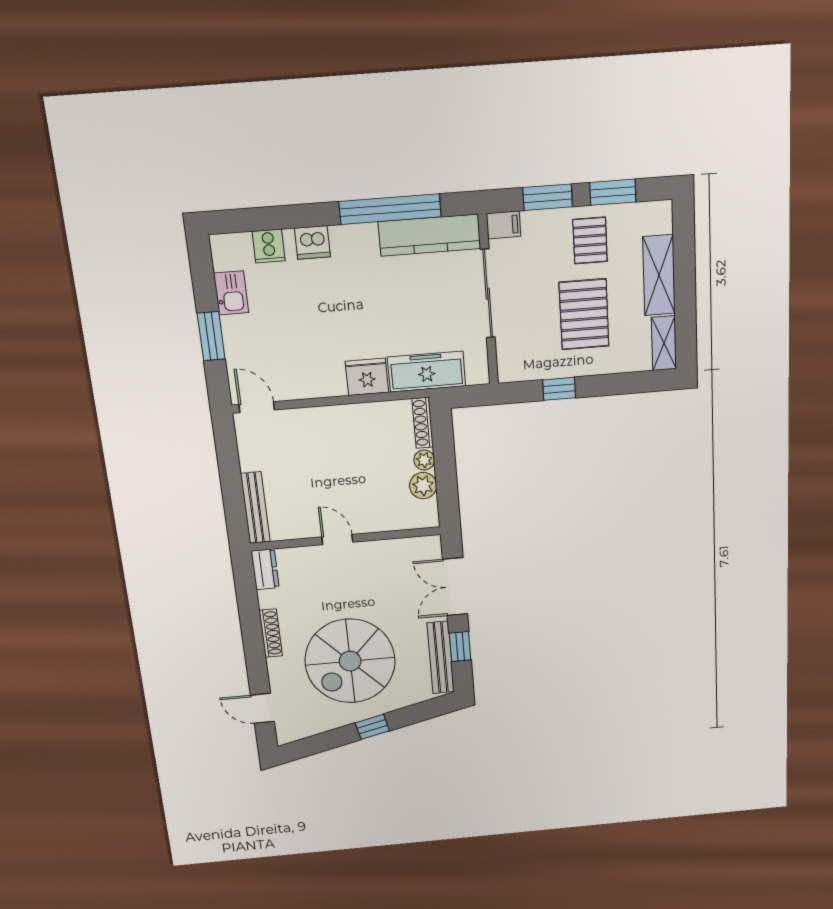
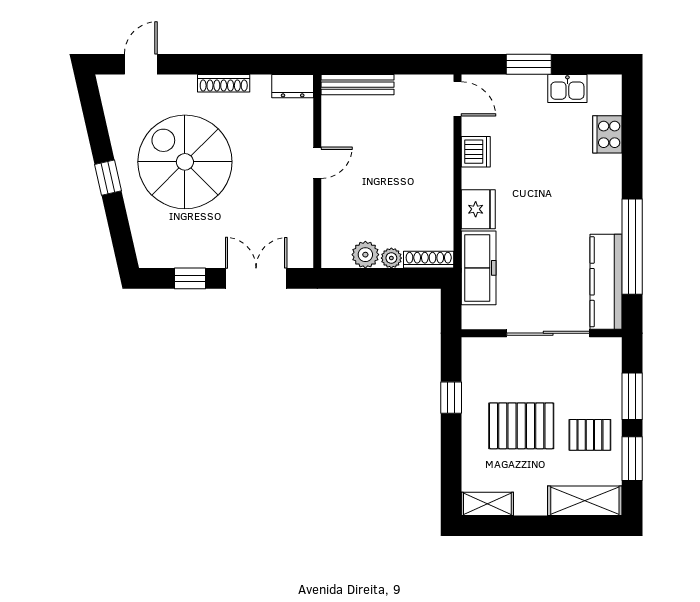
filing cabinet: (504, 225) -> (610, 353), removed
dishwasher: (312, 242) -> (476, 152), moved, turned 180
cooker: (269, 246) -> (607, 134), width x1.36
shelving: (659, 275) -> (585, 501), moved
door: (257, 407) -> (458, 99), hinge flipped
bench: (441, 658) -> (180, 257), removed

